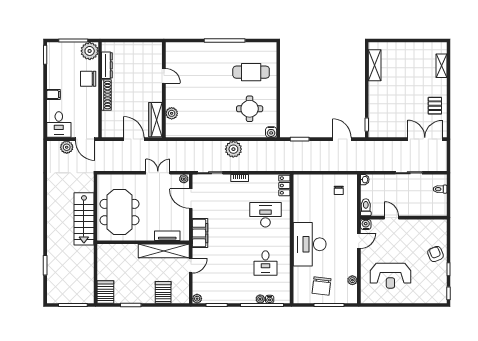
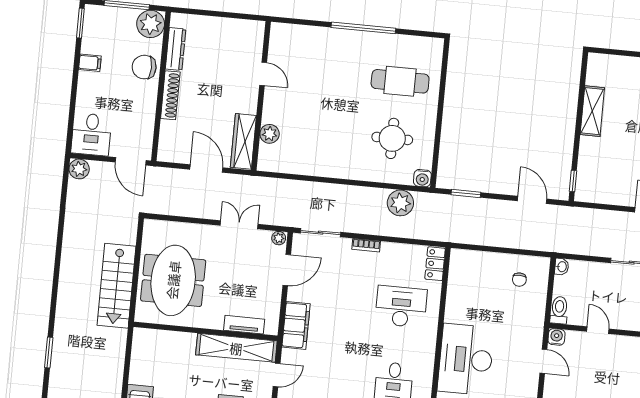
shelving: (375, 65) -> (592, 111), moved
filing cabinet: (54, 94) -> (90, 63), moved
plant: (67, 147) -> (79, 169), moved
plant: (233, 149) -> (400, 203), moved
door: (191, 199) -> (287, 270), swing flipped
door: (359, 241) -> (543, 361), hinge flipped

